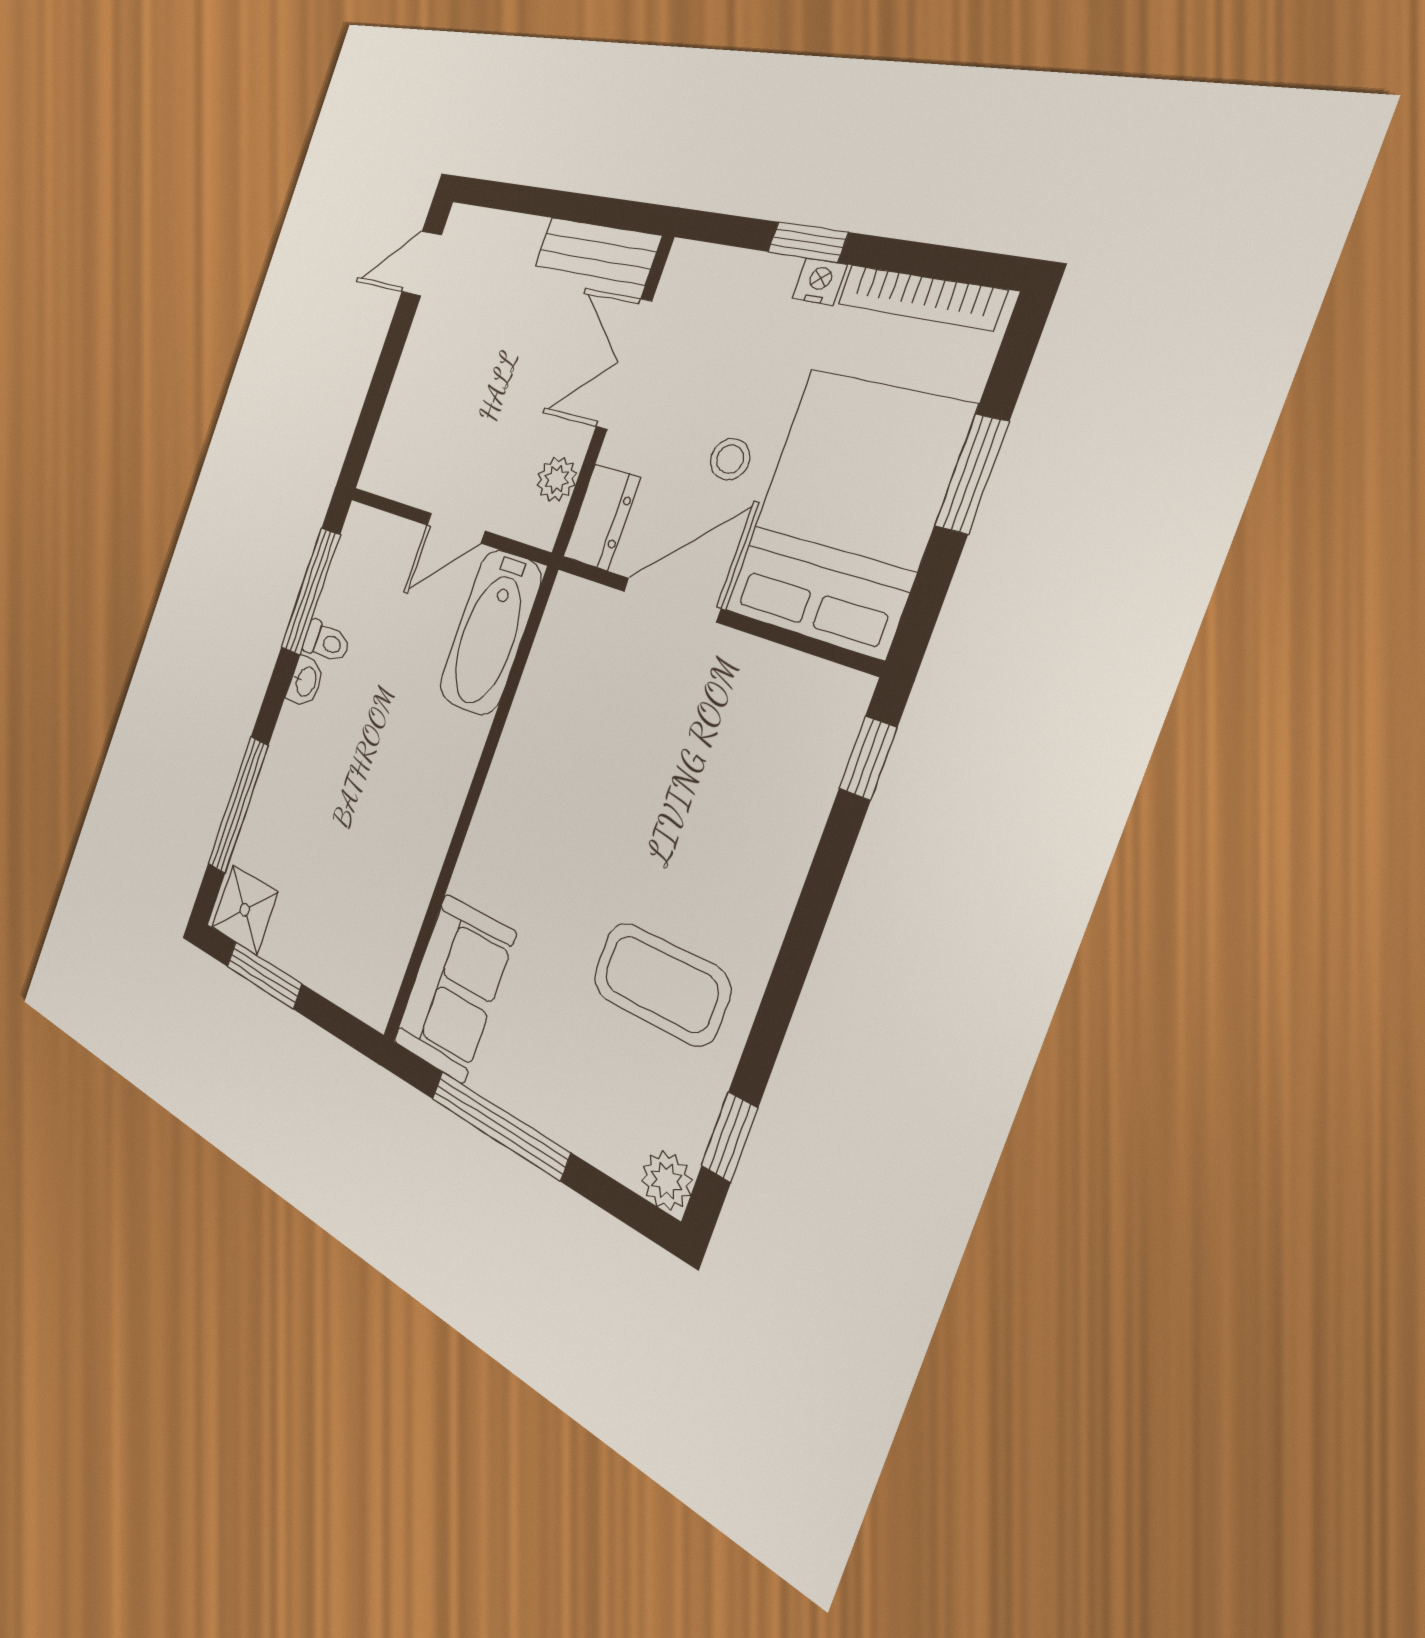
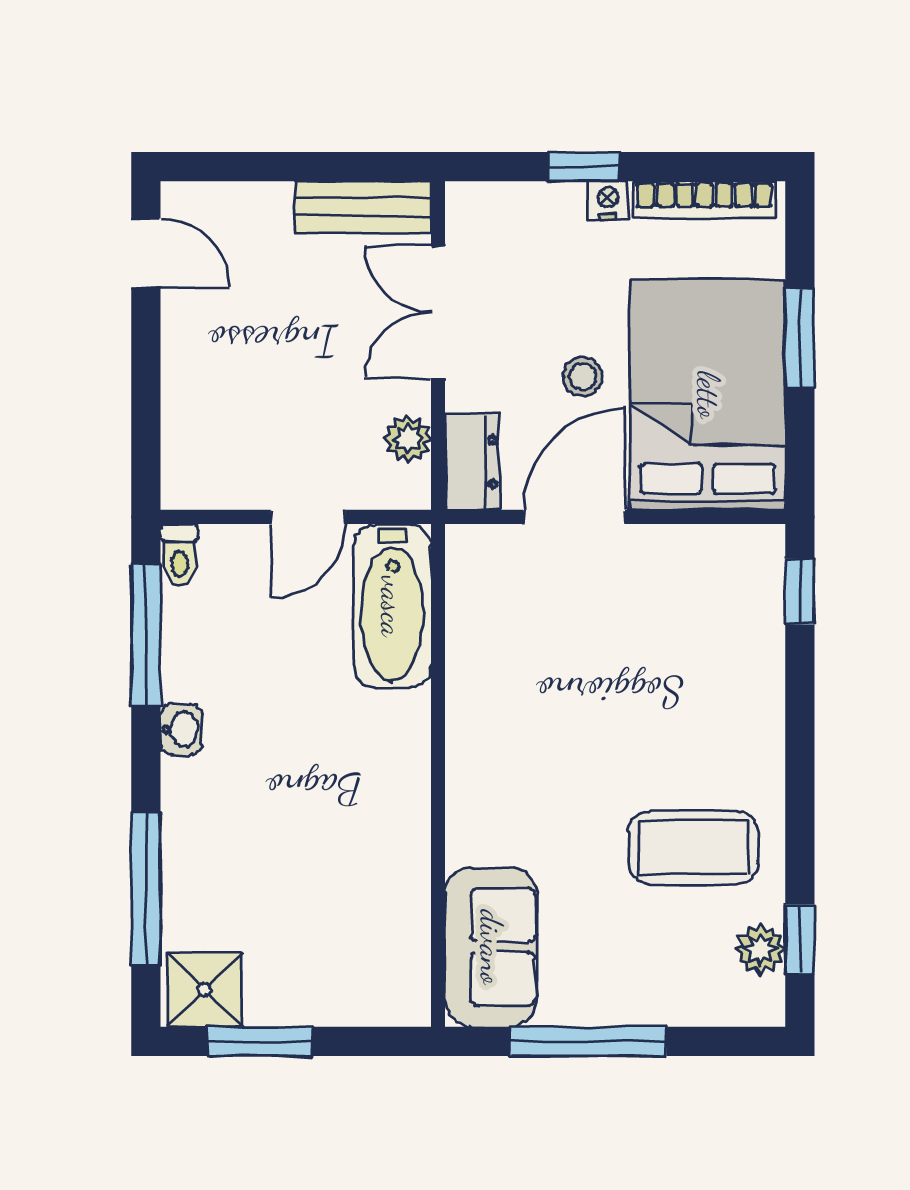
door: (422, 263) -> (146, 253), swing flipped
toilet: (326, 642) -> (179, 555), moved, turned 90
plant: (666, 1181) -> (760, 949), moved

